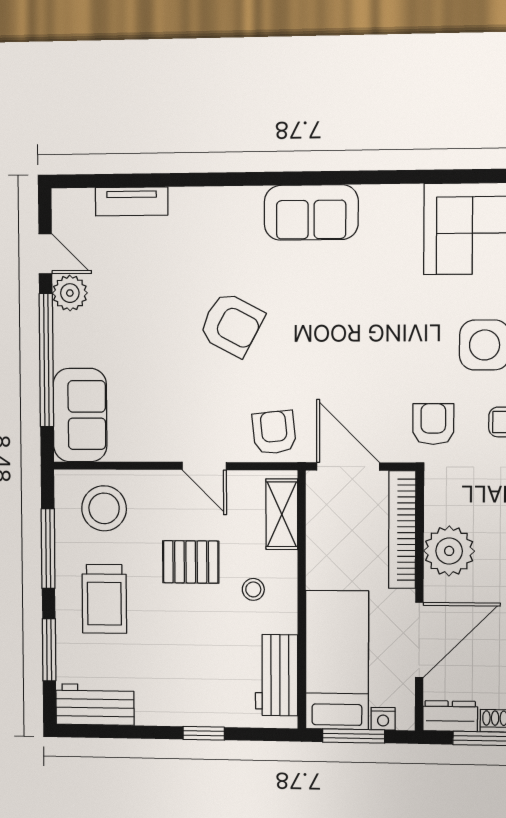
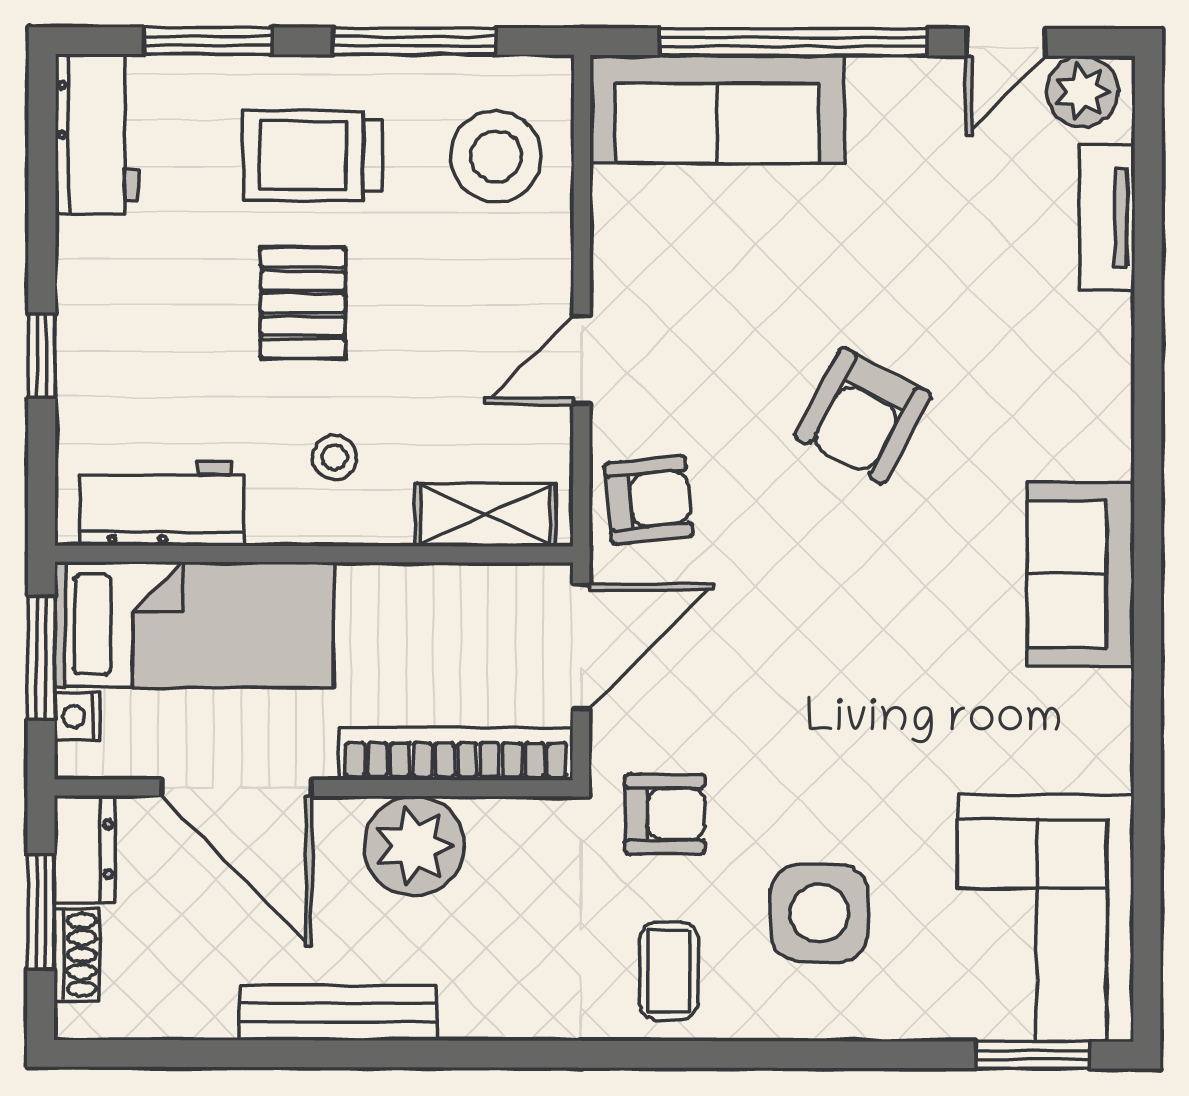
plant: (70, 293) -> (1082, 91), moved
sofa: (80, 415) -> (717, 109), width x1.36
pallet: (191, 562) -> (303, 303), moved

